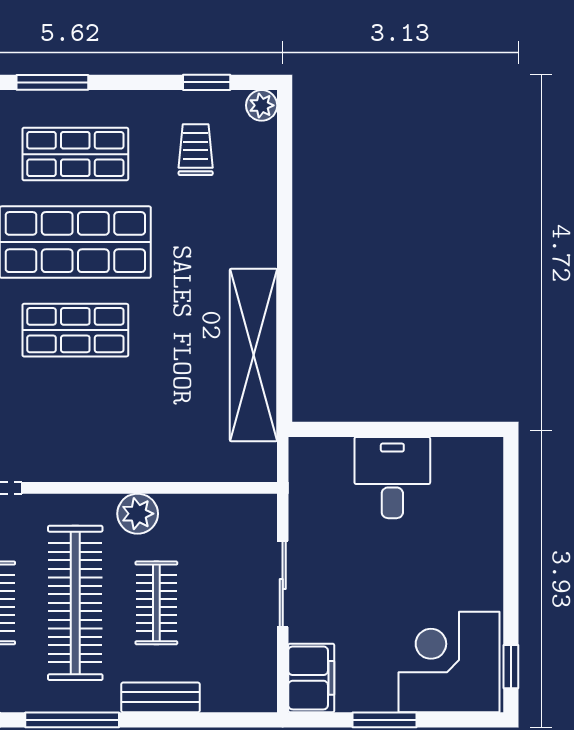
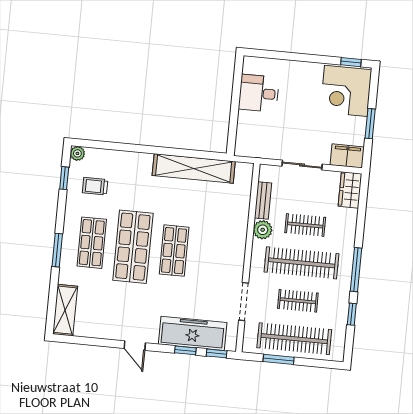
desk: (392, 478) -> (259, 93), moved
wardrobe: (240, 691) -> (350, 190), added
bench: (160, 697) -> (263, 200), moved

